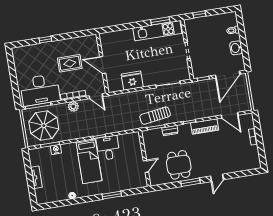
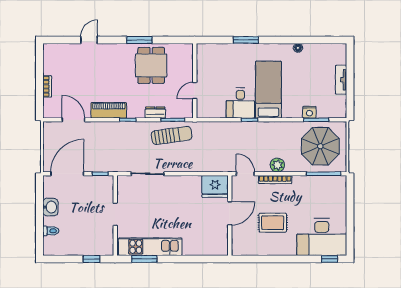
window: (45, 40) -> (330, 259), moved
door: (103, 65) -> (230, 213), hinge flipped
fridge: (132, 81) -> (215, 186), moved
desk: (40, 90) -> (322, 237), moved, turned 180
door: (146, 166) -> (195, 91), moved
door: (217, 178) -> (89, 40), moved

